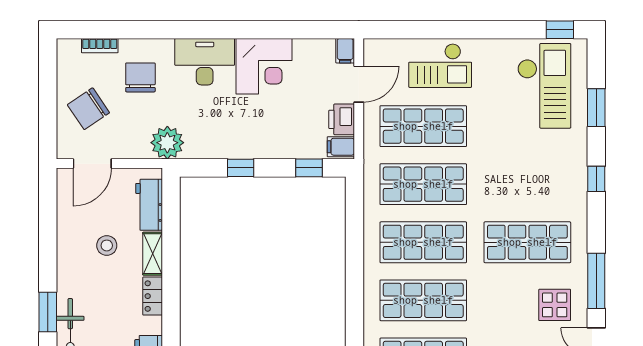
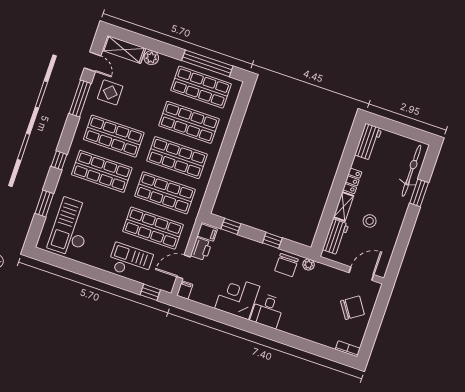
window: (560, 30) -> (150, 292), moved
bookcase: (100, 46) -> (348, 349), moved
desk: (205, 62) -> (267, 311), width x0.73
chair: (140, 77) -> (286, 265), moved
plant: (167, 143) -> (309, 265), width x0.53, depth x0.53
shop shelf: (527, 184) -> (102, 171), added

